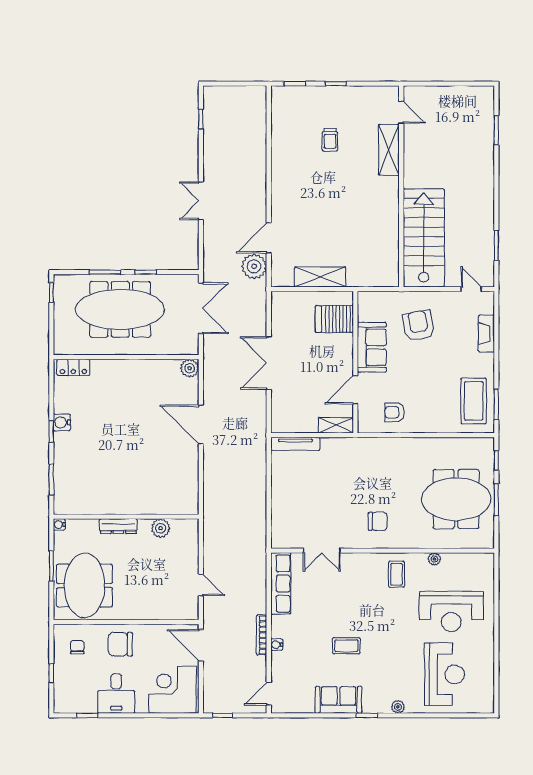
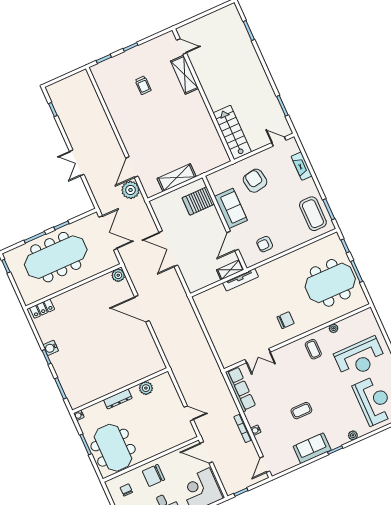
stairs: (424, 238) -> (232, 132), width x0.73, depth x0.66
tv unit: (295, 444) -> (241, 280), moved

